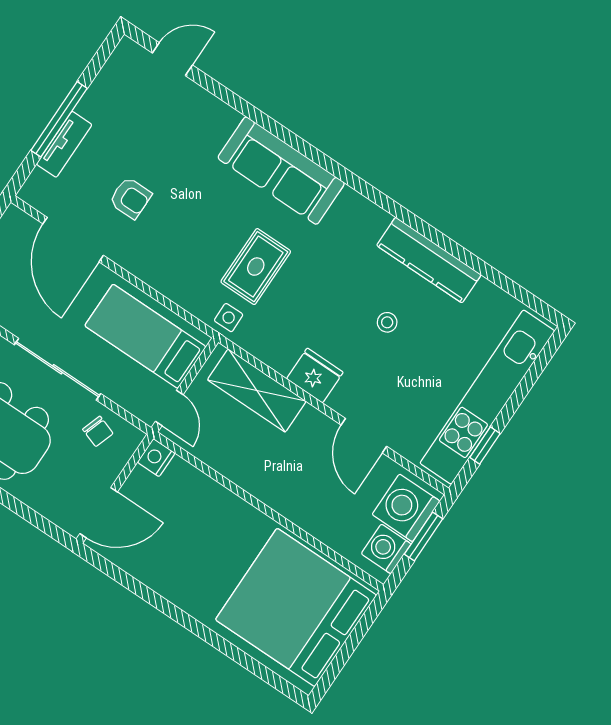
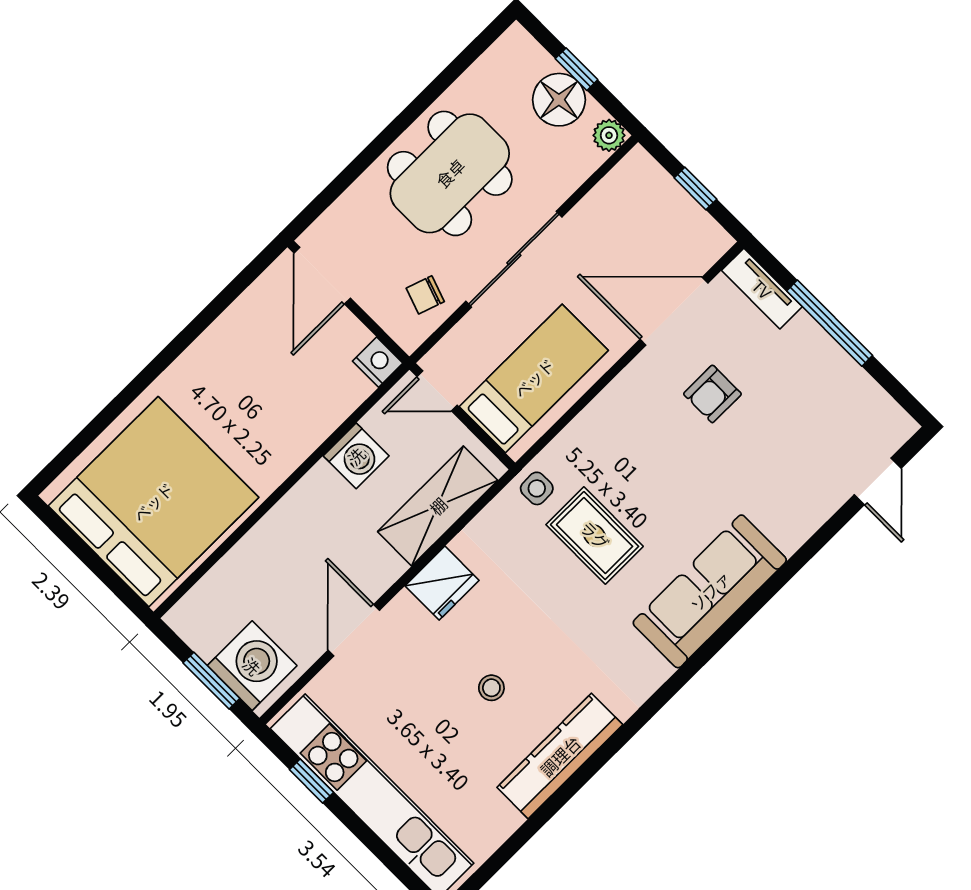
tv unit: (64, 144) -> (762, 289), moved
door: (364, 436) -> (354, 630), hinge flipped
washing machine: (386, 549) -> (356, 456), moved, turned 90

